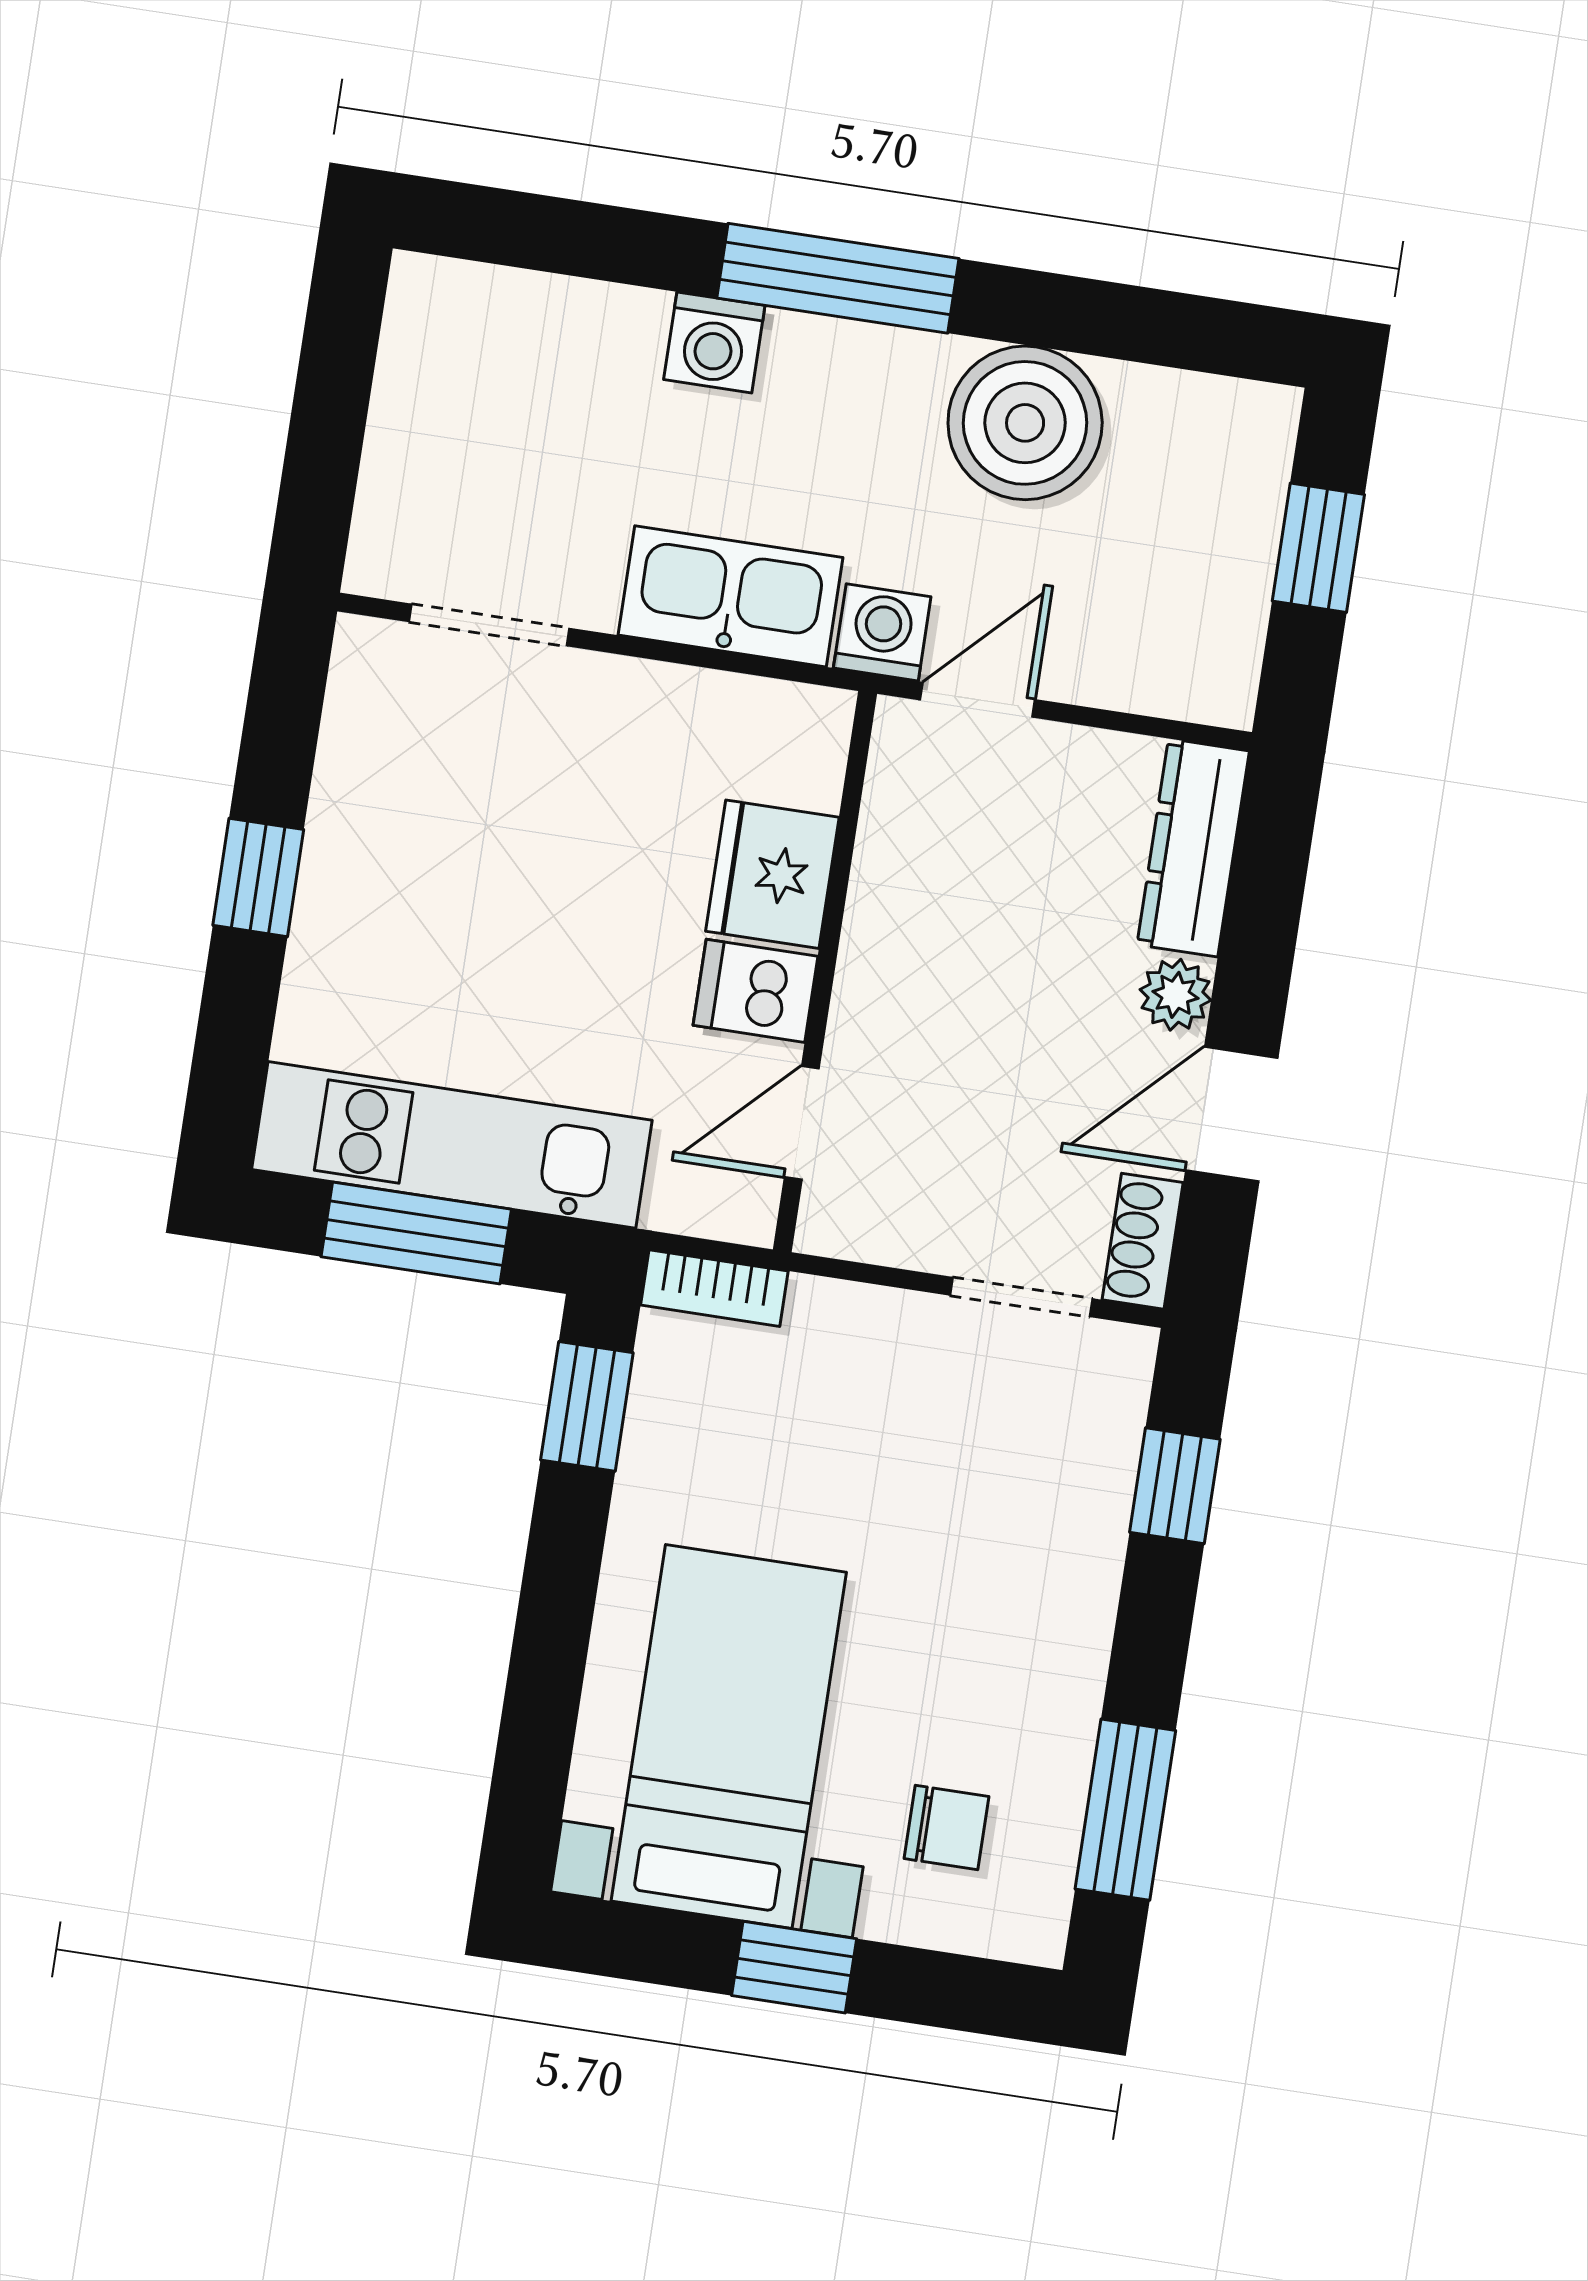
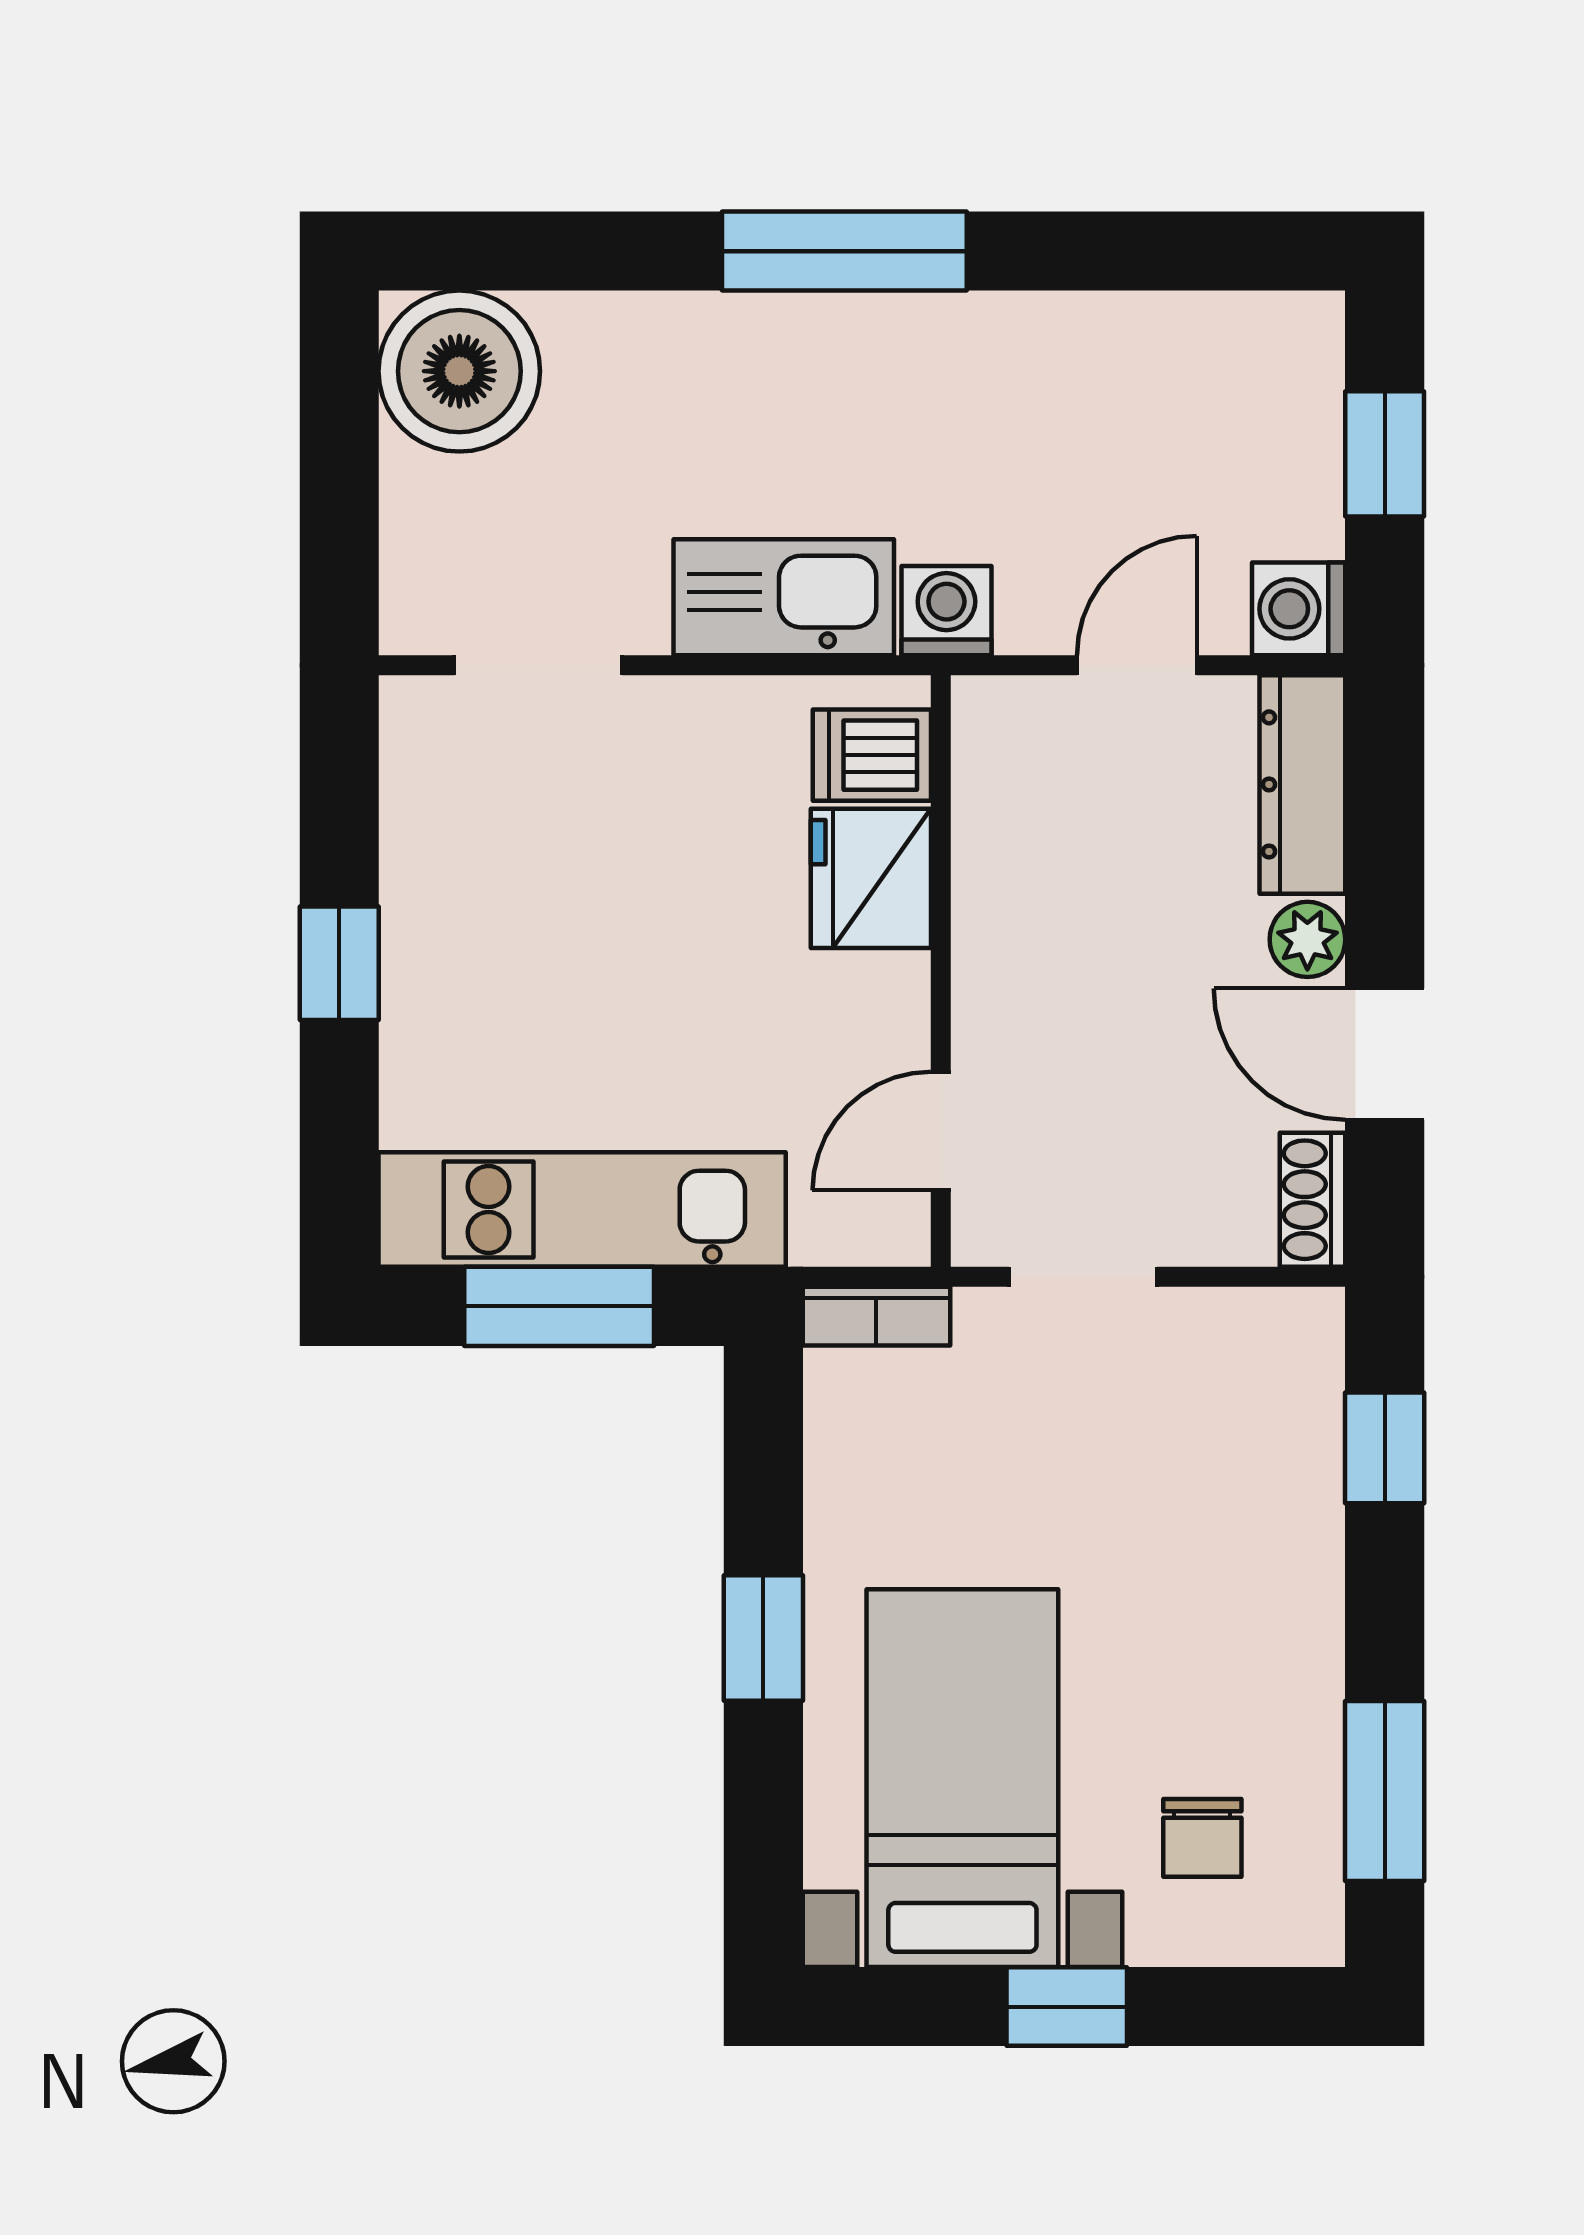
washing machine: (714, 342) -> (1299, 609), moved, turned 90
boiler: (1025, 423) -> (459, 371), moved
door: (978, 700) -> (1137, 665), moved
dishwasher: (755, 991) -> (872, 755), moved
door: (1232, 1114) -> (1385, 1054), hinge flipped
doorway: (1021, 1297) -> (1083, 1277), moved
window: (587, 1406) -> (763, 1638), moved
chair: (947, 1828) -> (1202, 1838), turned 90

